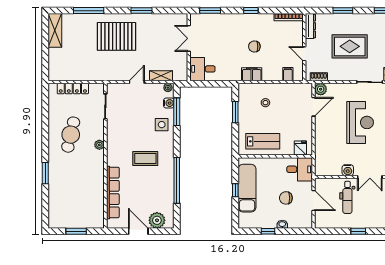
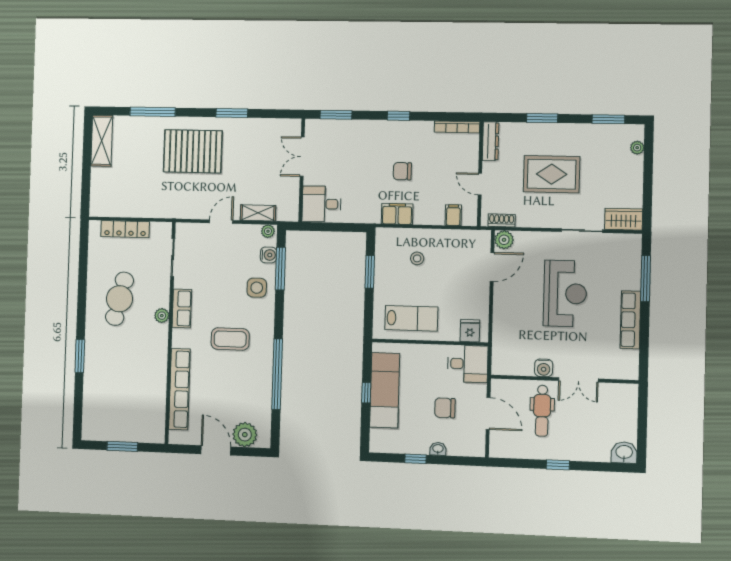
row of seats: (113, 140) -> (182, 308), added

